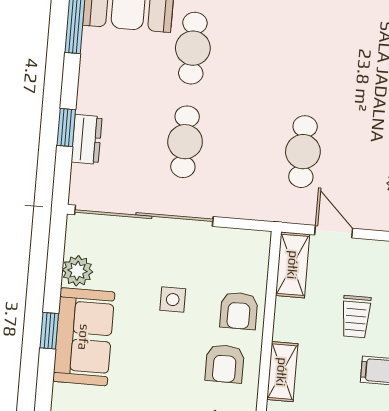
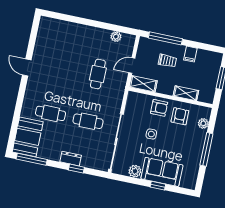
dresser: (87, 139) -> (71, 159), moved
cafe table: (303, 152) -> (98, 74), turned 90
armchair: (225, 364) -> (180, 116), turned -90

